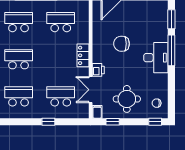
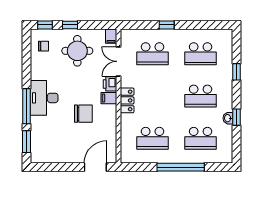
filing cabinet: (99, 57) -> (109, 98), added
double door: (91, 90) -> (119, 61), swing flipped
window: (113, 122) -> (70, 25), moved

